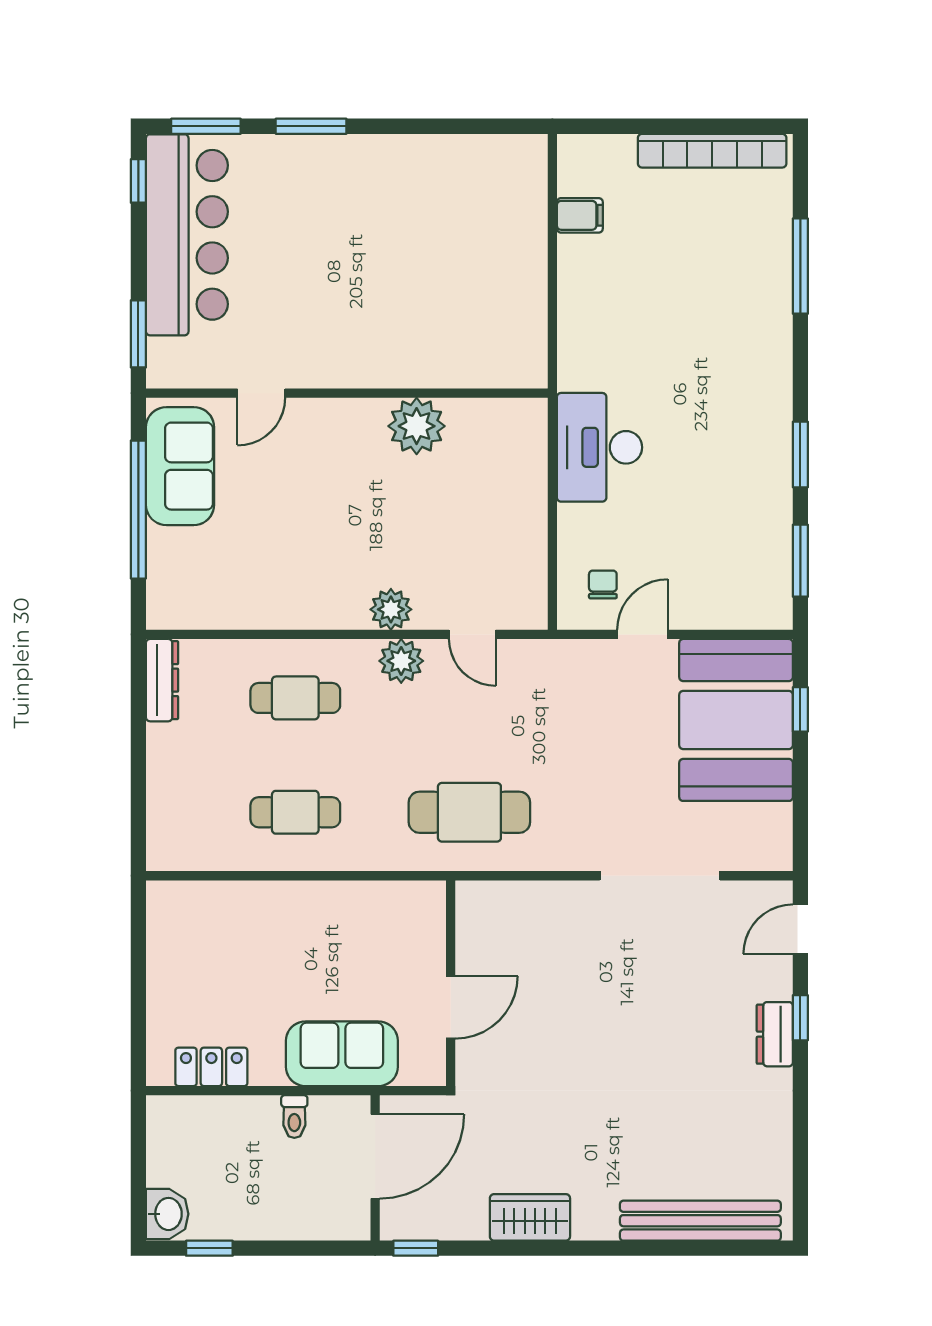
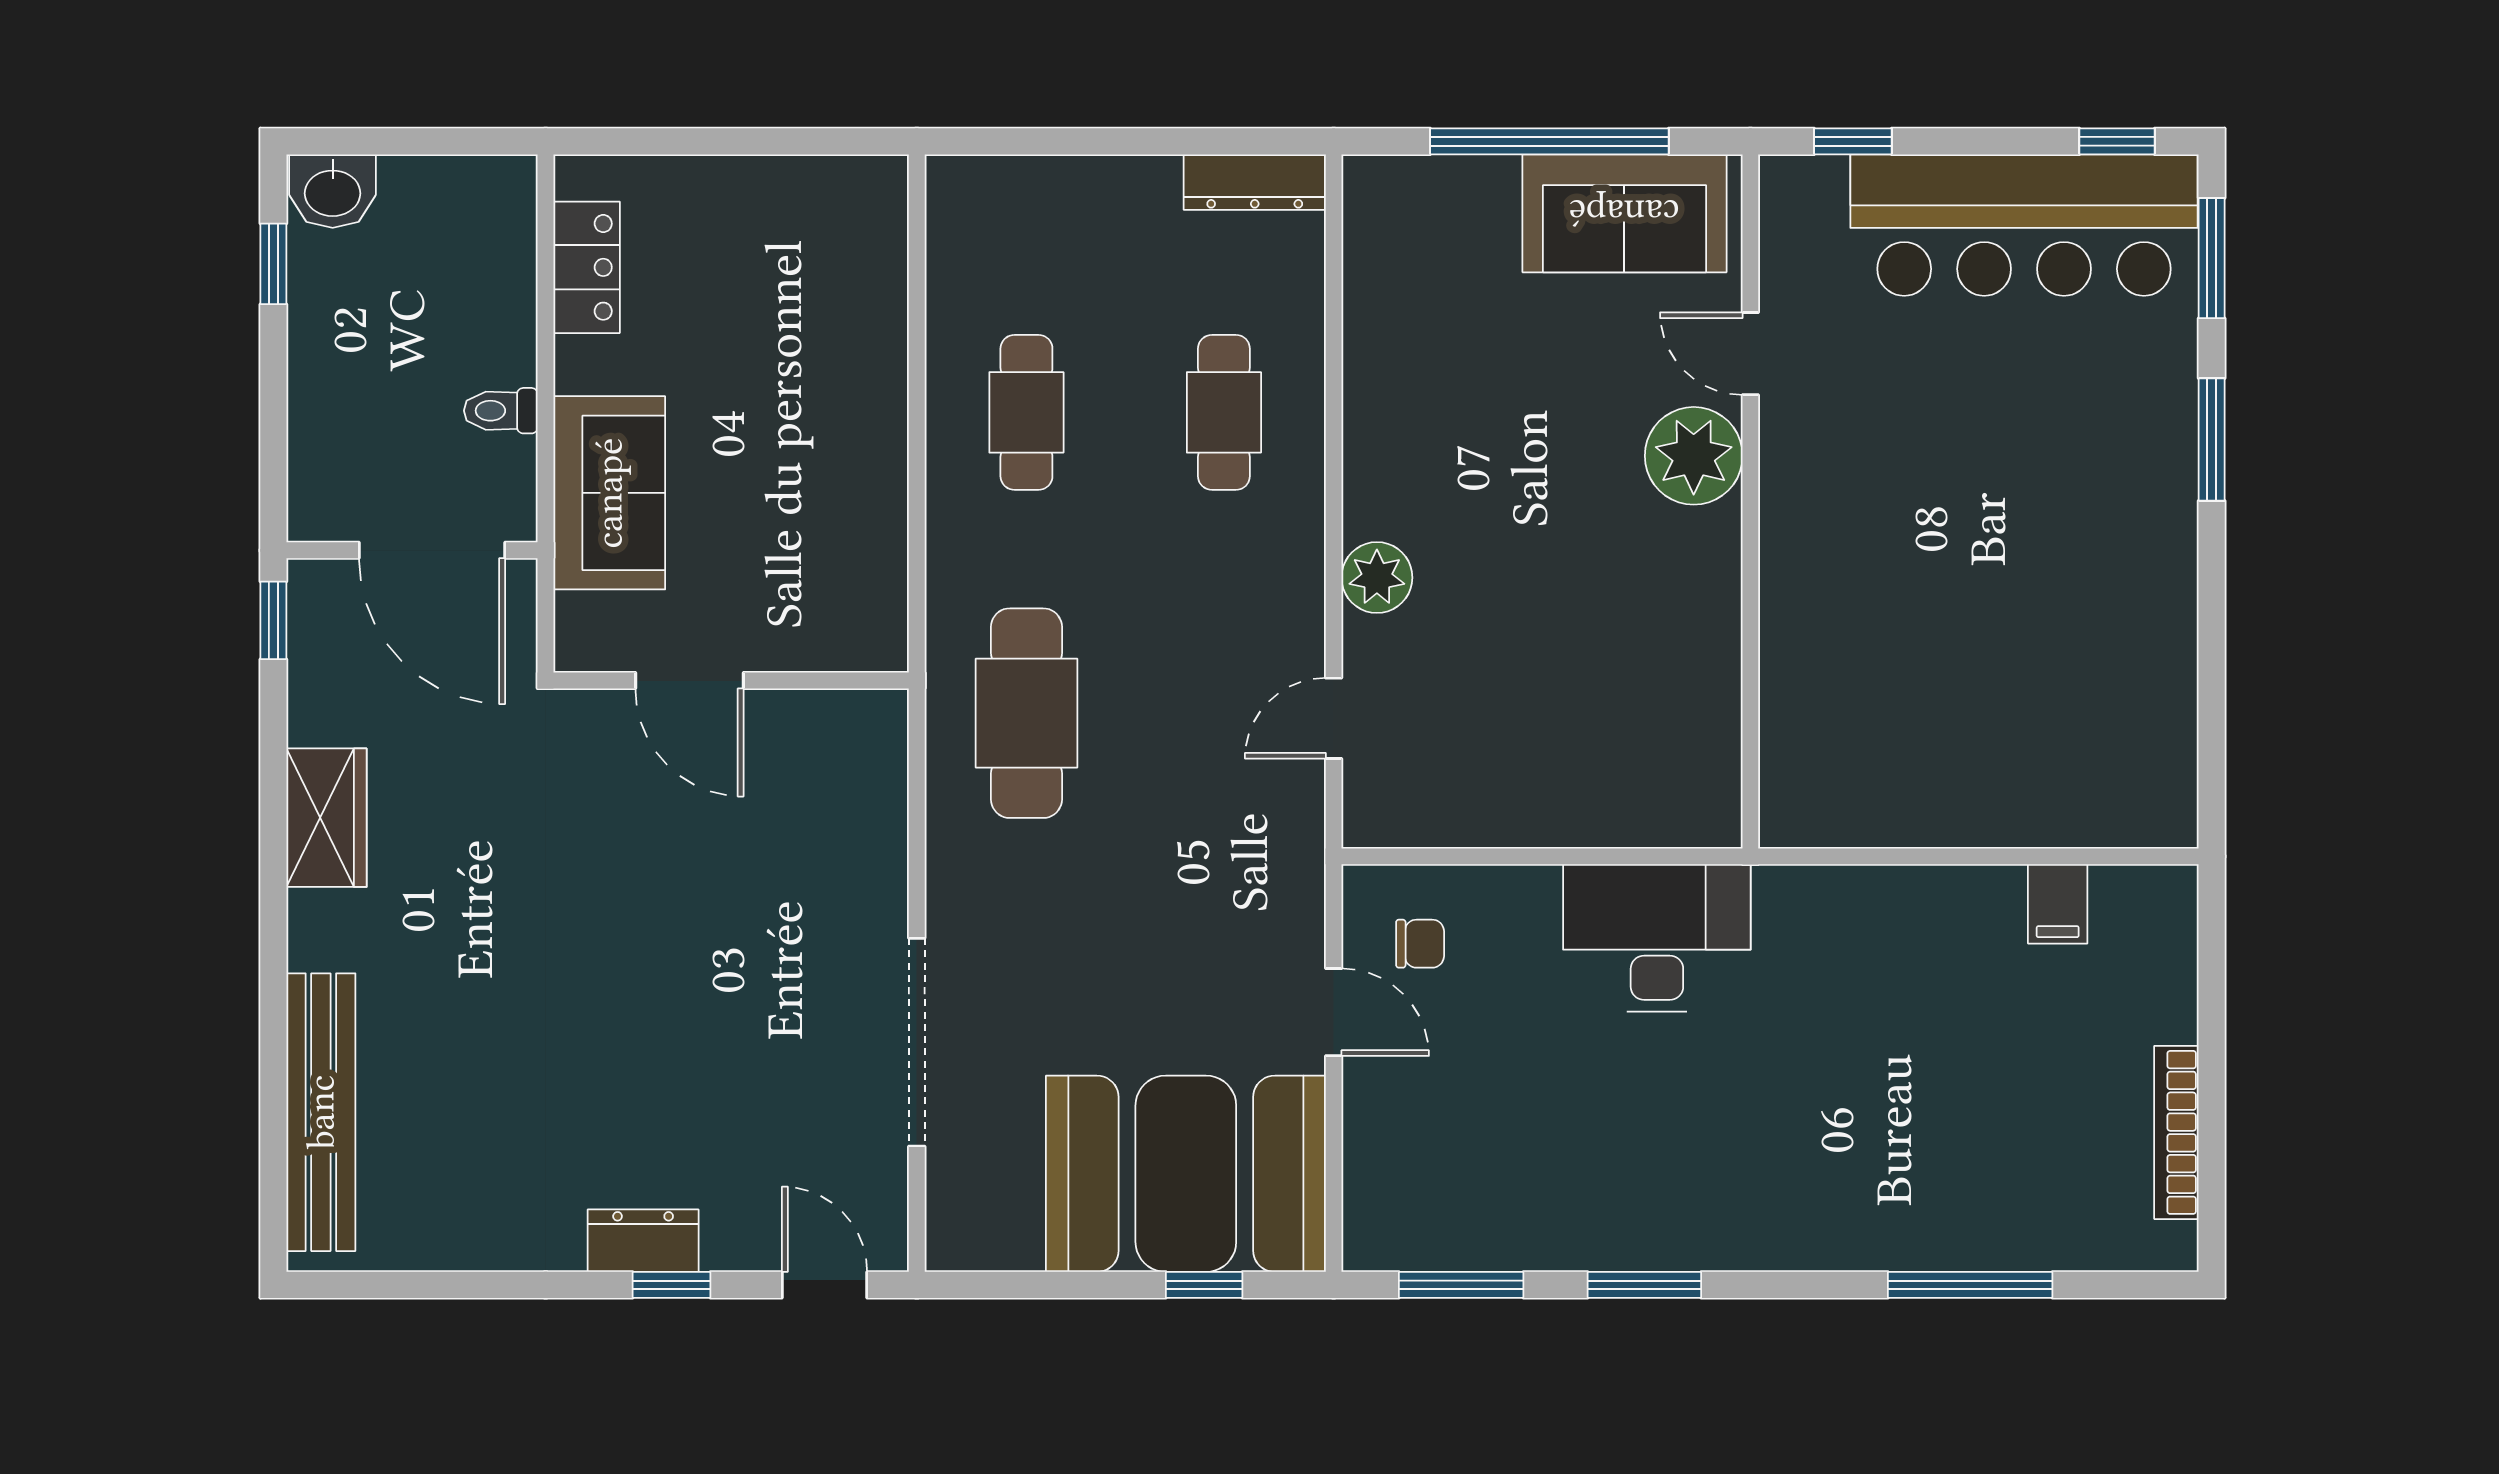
bookcase: (712, 151) -> (2176, 1132), width x0.68, depth x0.76
window: (138, 334) -> (1853, 141), width x0.67
plant: (417, 426) -> (1694, 456), moved
plant: (401, 661) -> (1288, 595), removed

